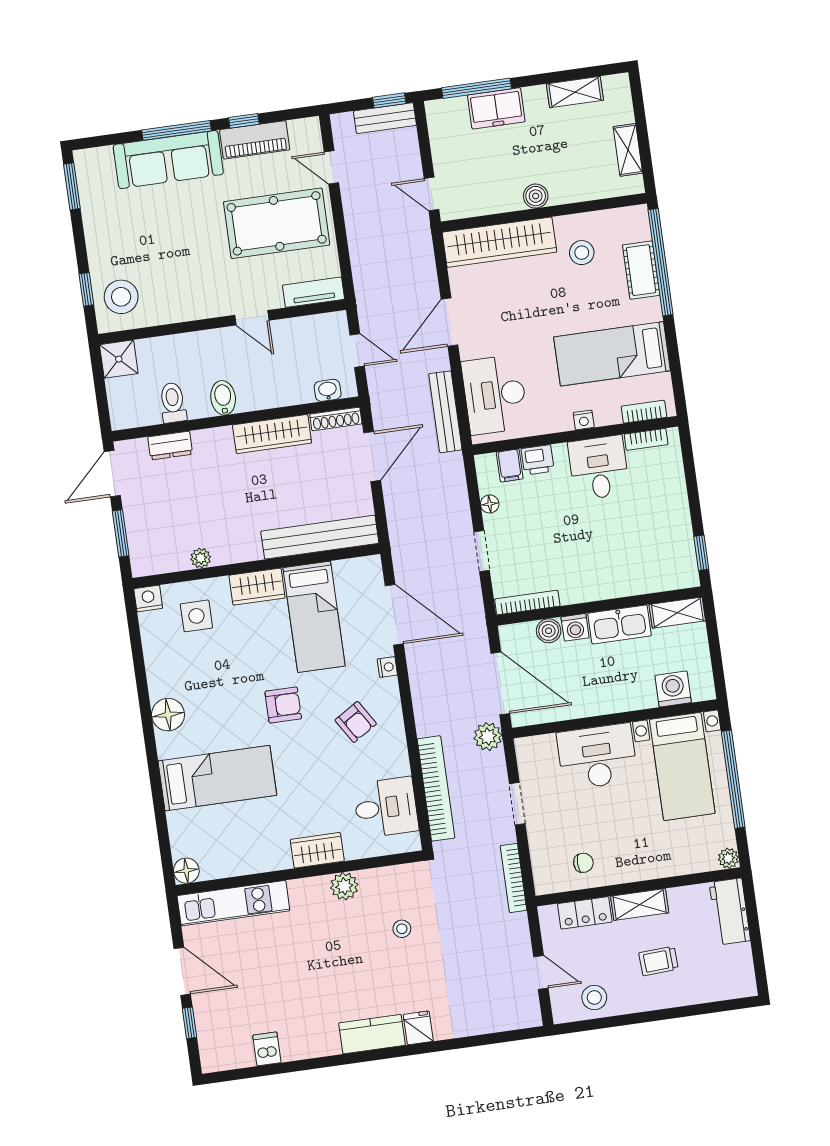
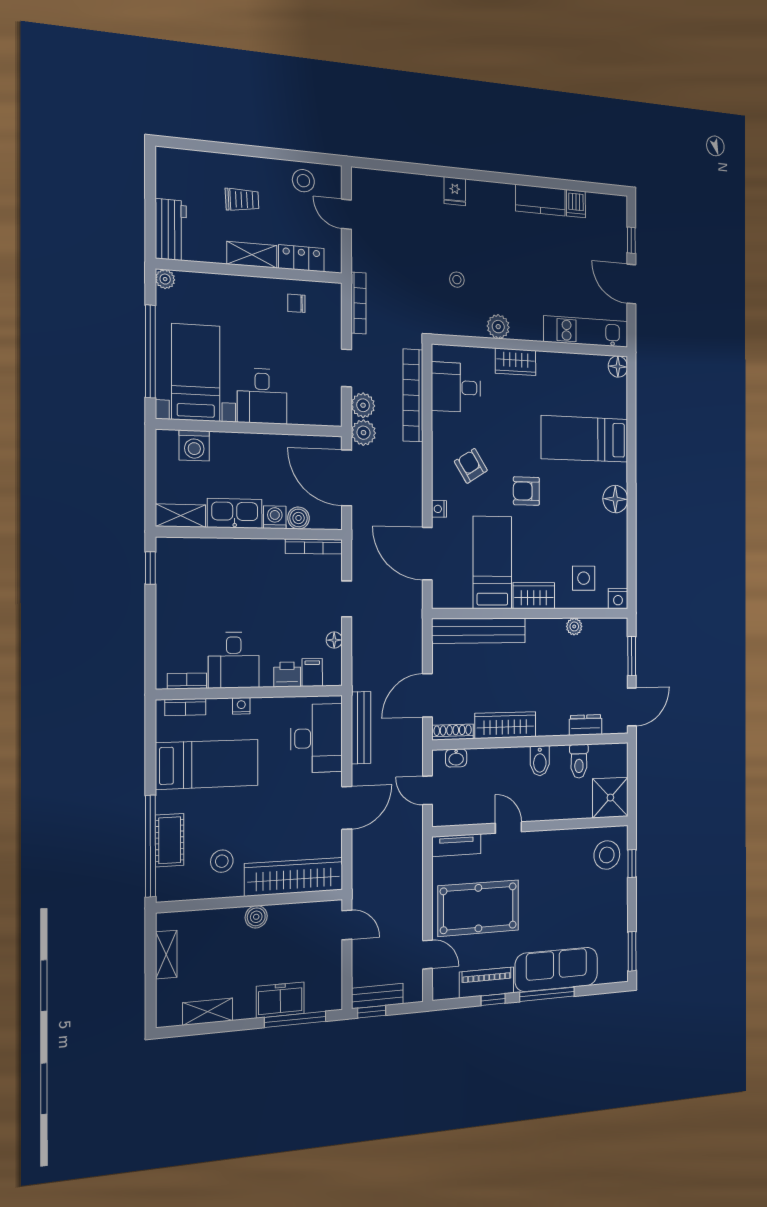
shower: (119, 359) -> (610, 798), width x1.36, depth x1.36
desk: (597, 757) -> (262, 396), width x0.73
plant: (493, 767) -> (363, 405), added
kitchen counter: (372, 1034) -> (540, 200), moved

